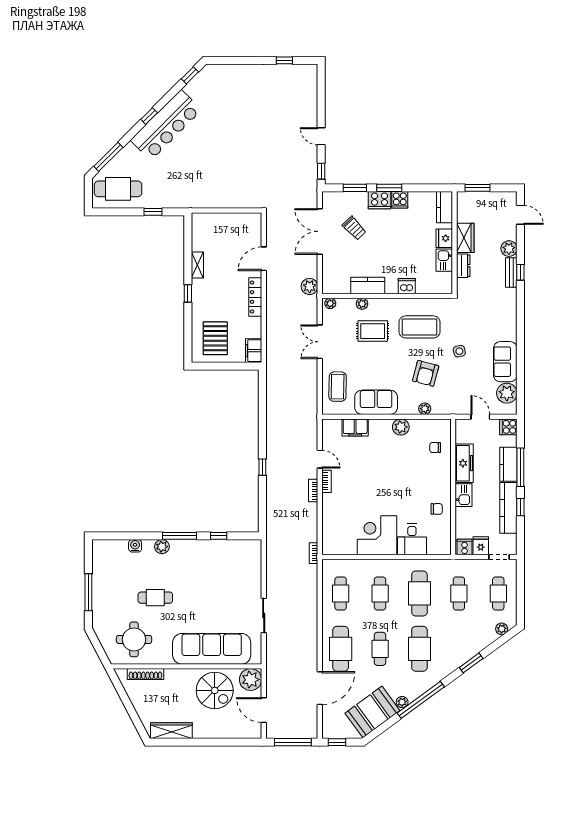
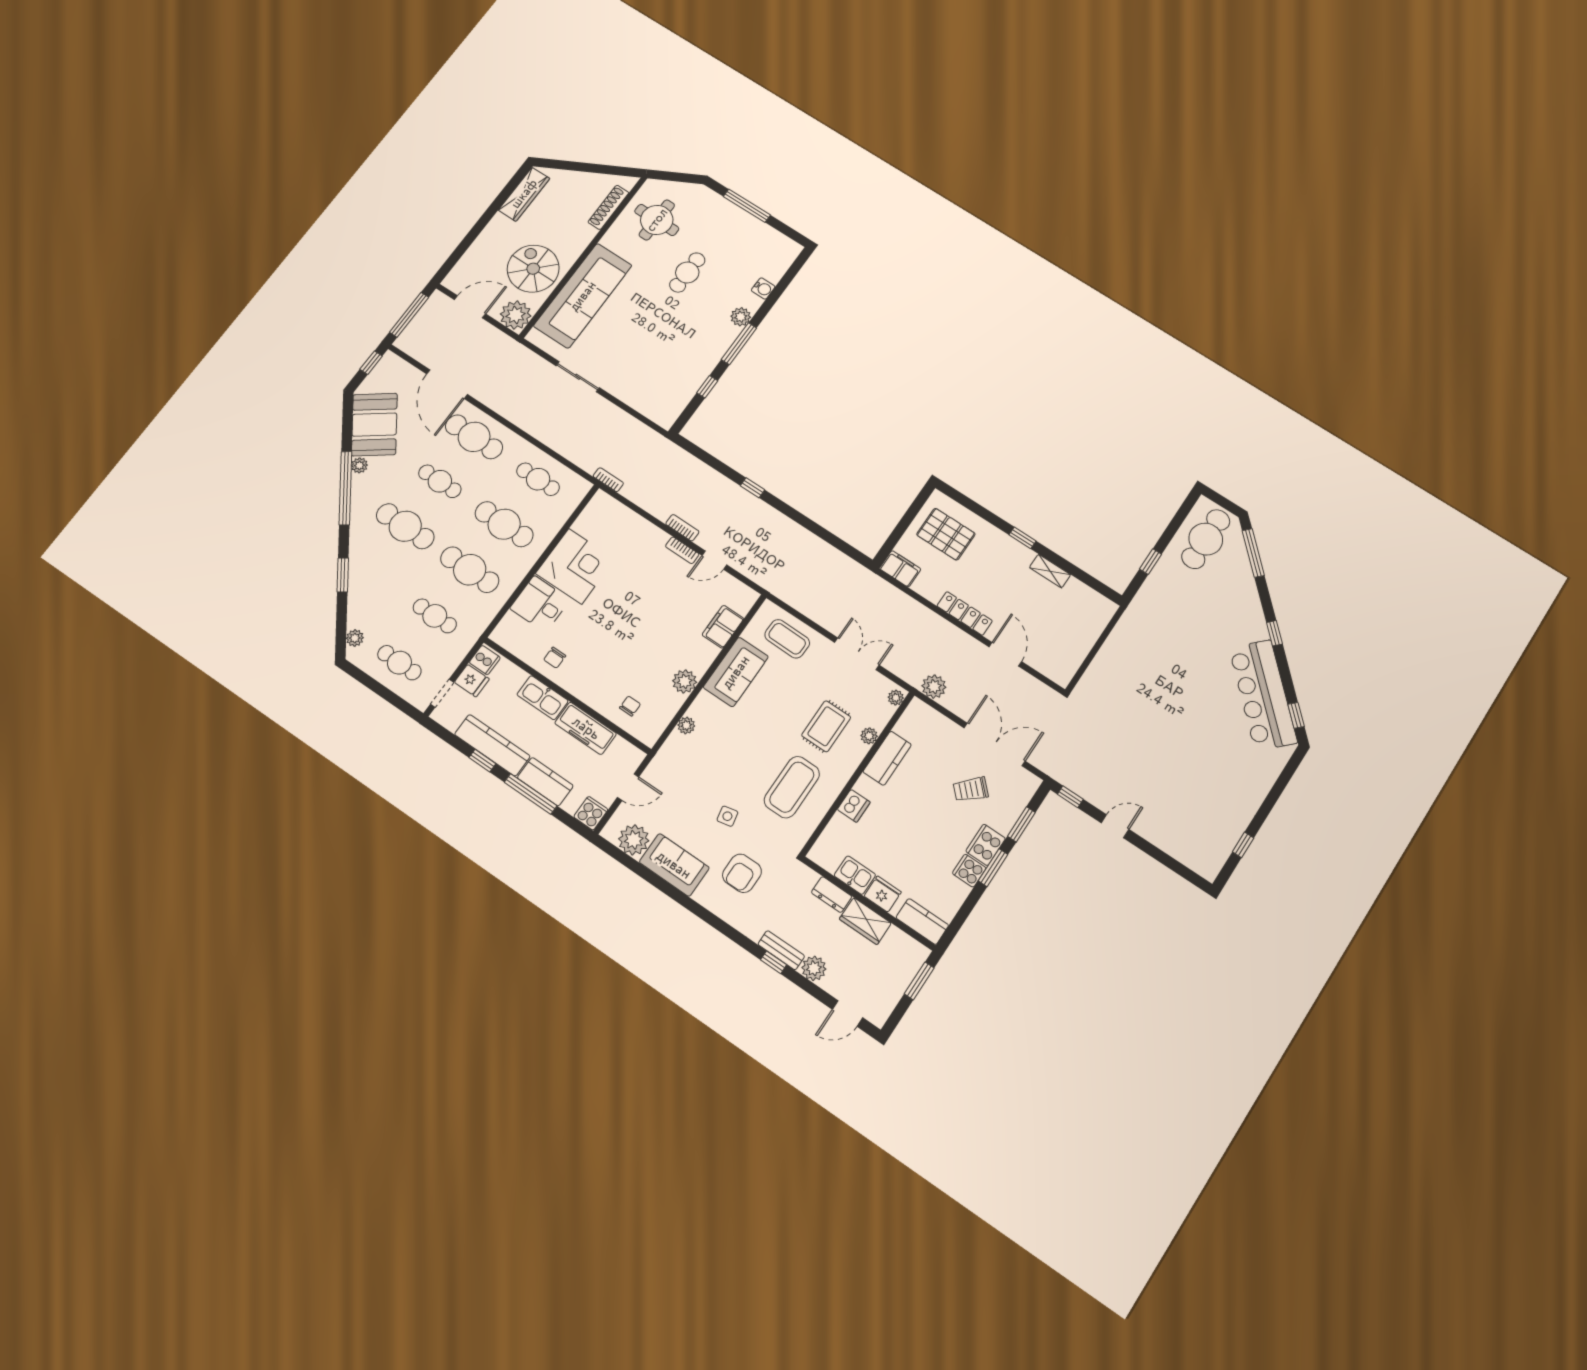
bar counter: (166, 125) -> (1263, 695), moved
armchair: (426, 373) -> (742, 873), moved, turned -105
kitchen sink: (463, 495) -> (543, 698), width x1.38
cafe table: (380, 593) -> (504, 524), width x1.37, depth x1.35
spiral stairs: (215, 690) -> (533, 269), turned 90

